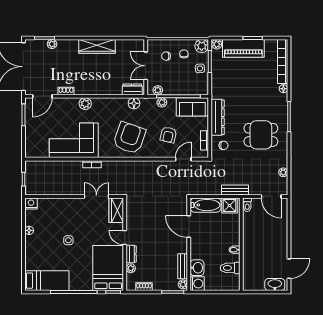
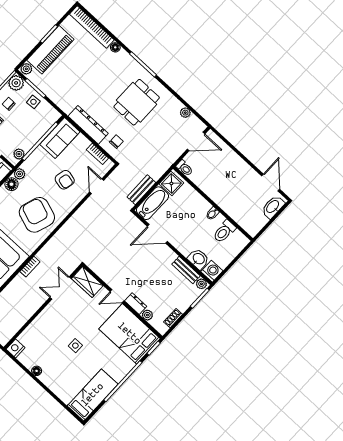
plant: (162, 102) -> (20, 174), moved
bench: (235, 190) -> (141, 190), moved

